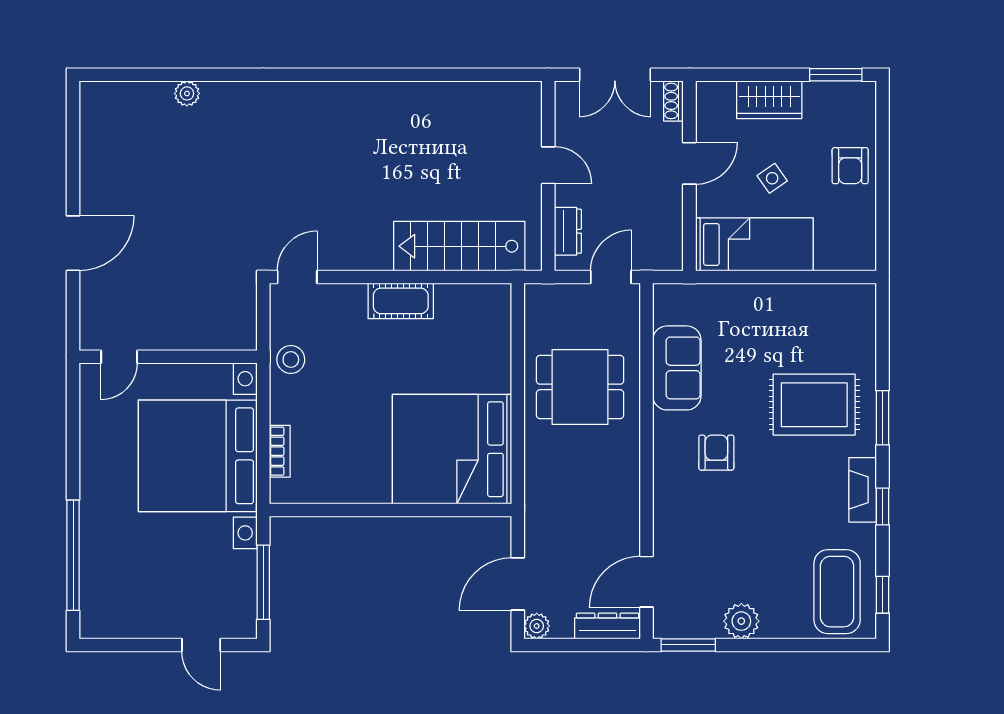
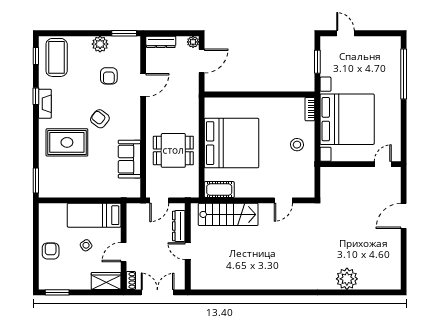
plant: (187, 93) -> (347, 279), width x1.87, depth x1.87
wardrobe: (769, 100) -> (106, 281), moved
dresser: (568, 231) -> (179, 226), width x1.44
door: (297, 277) -> (283, 200), moved
cot: (401, 301) -> (219, 190), moved
stool: (291, 359) -> (297, 145), moved
window: (883, 418) -> (36, 180), moved
bed: (452, 449) -> (232, 143), moved
bookcase: (280, 451) -> (310, 109), moved
armchair: (716, 453) -> (100, 119), moved, turned 128
armchair: (722, 551) -> (109, 76), added
window: (263, 582) -> (317, 62), width x0.69
door: (646, 582) -> (143, 85), moved

